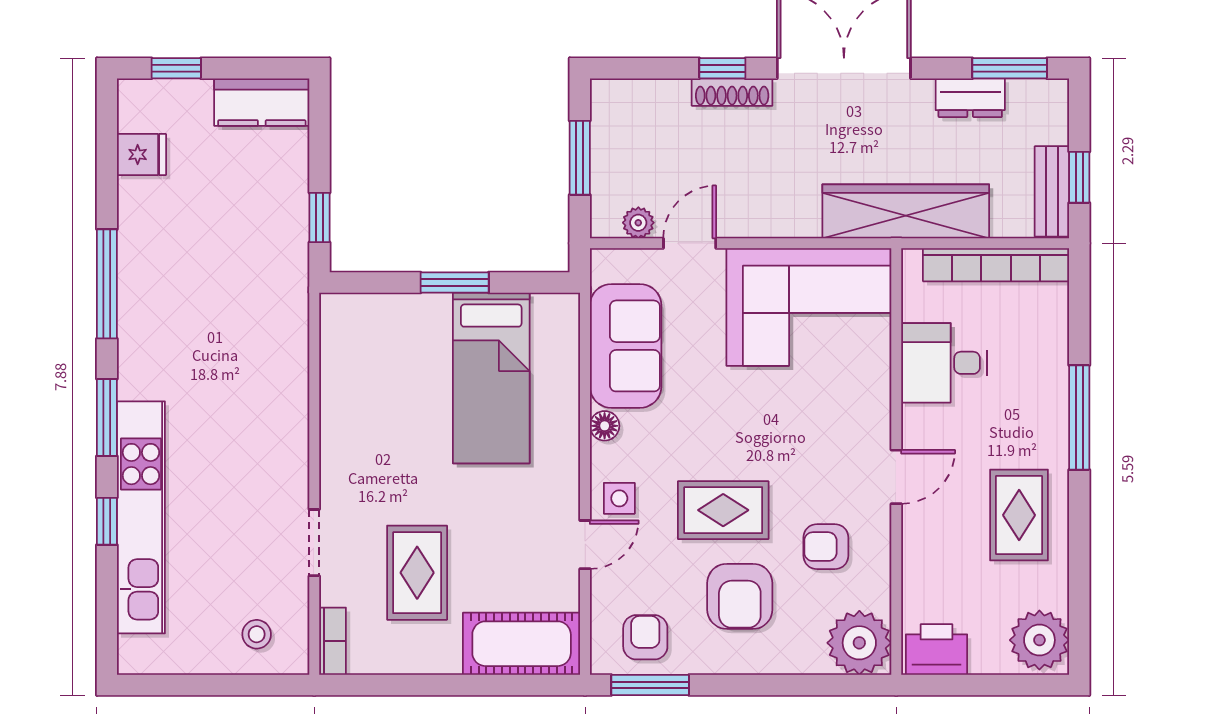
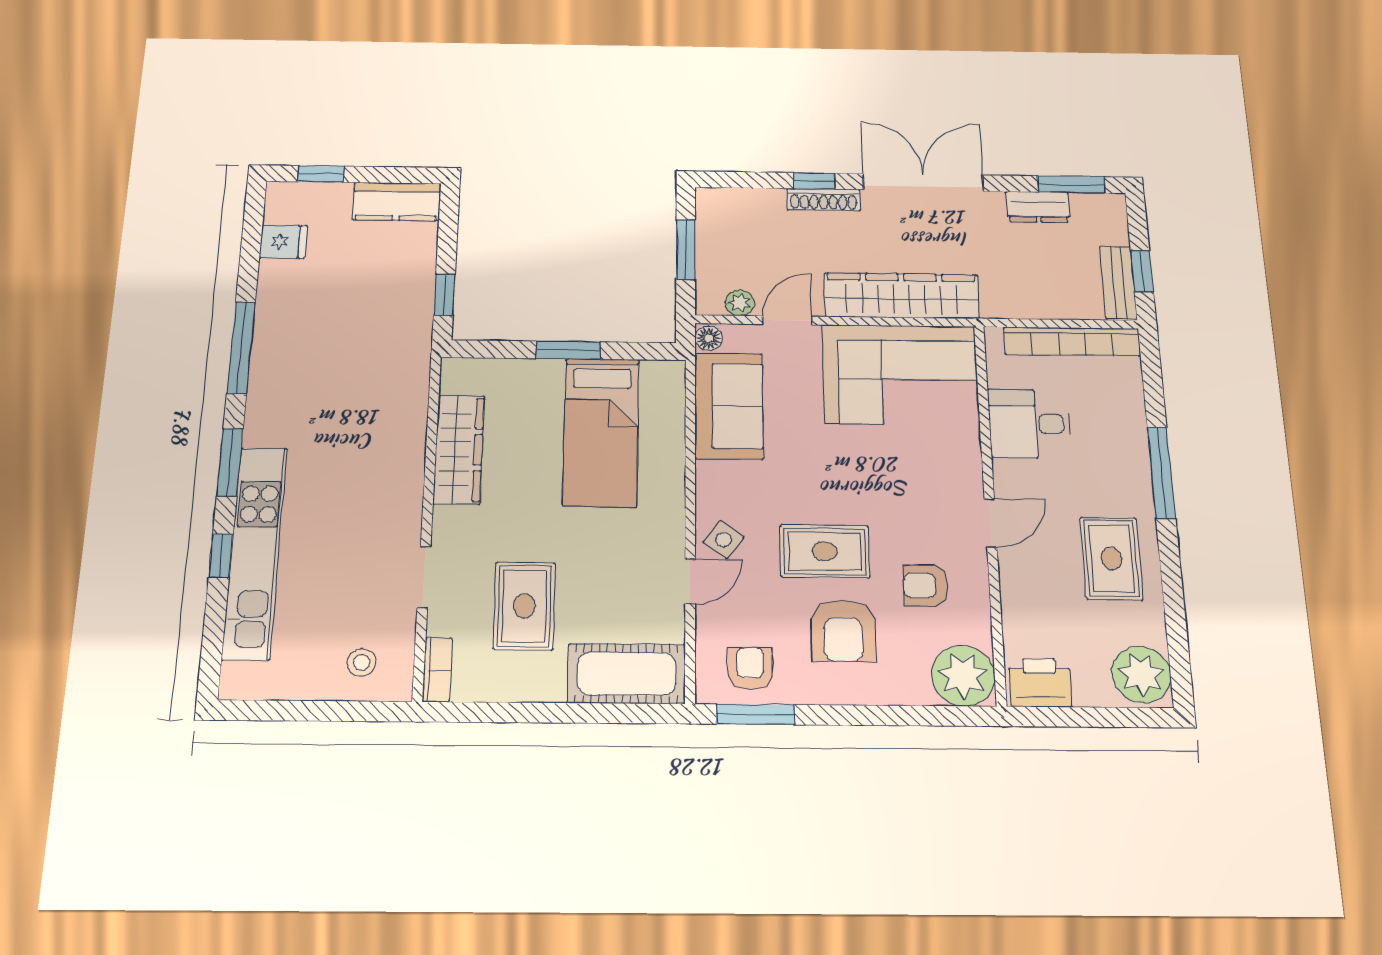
wardrobe: (906, 211) -> (902, 296), moved
wardrobe: (343, 400) -> (459, 449), added
floor lamp: (605, 426) -> (709, 338), moved
side table: (619, 498) -> (724, 540), turned 37

